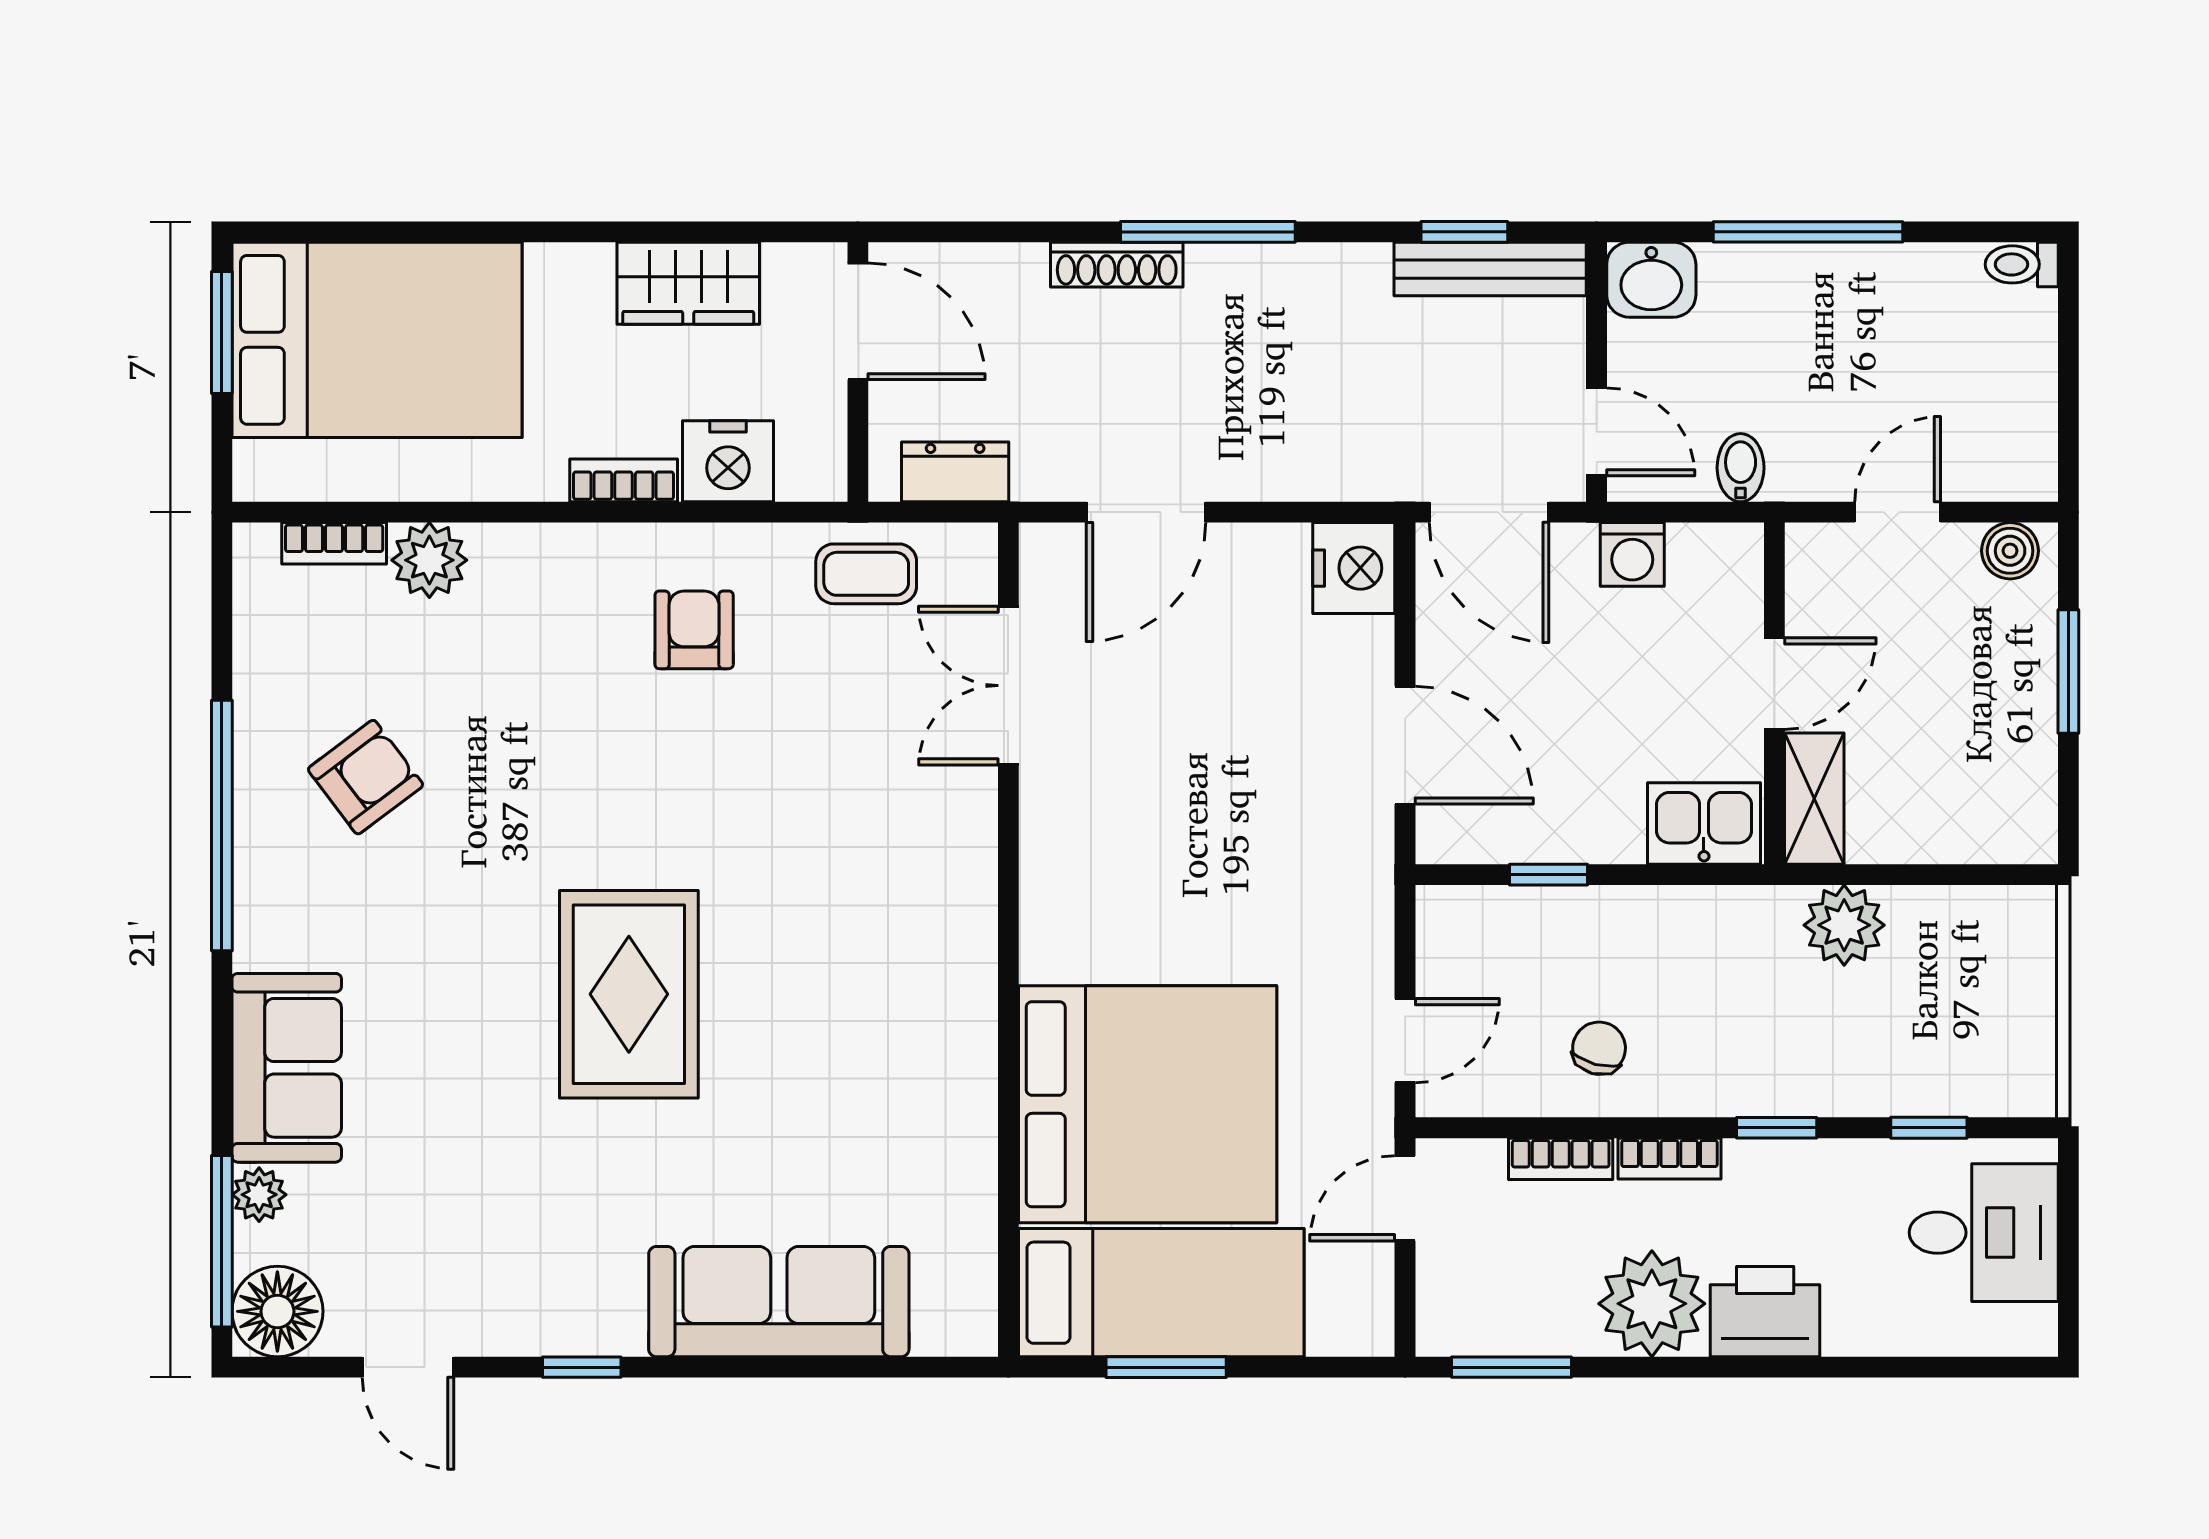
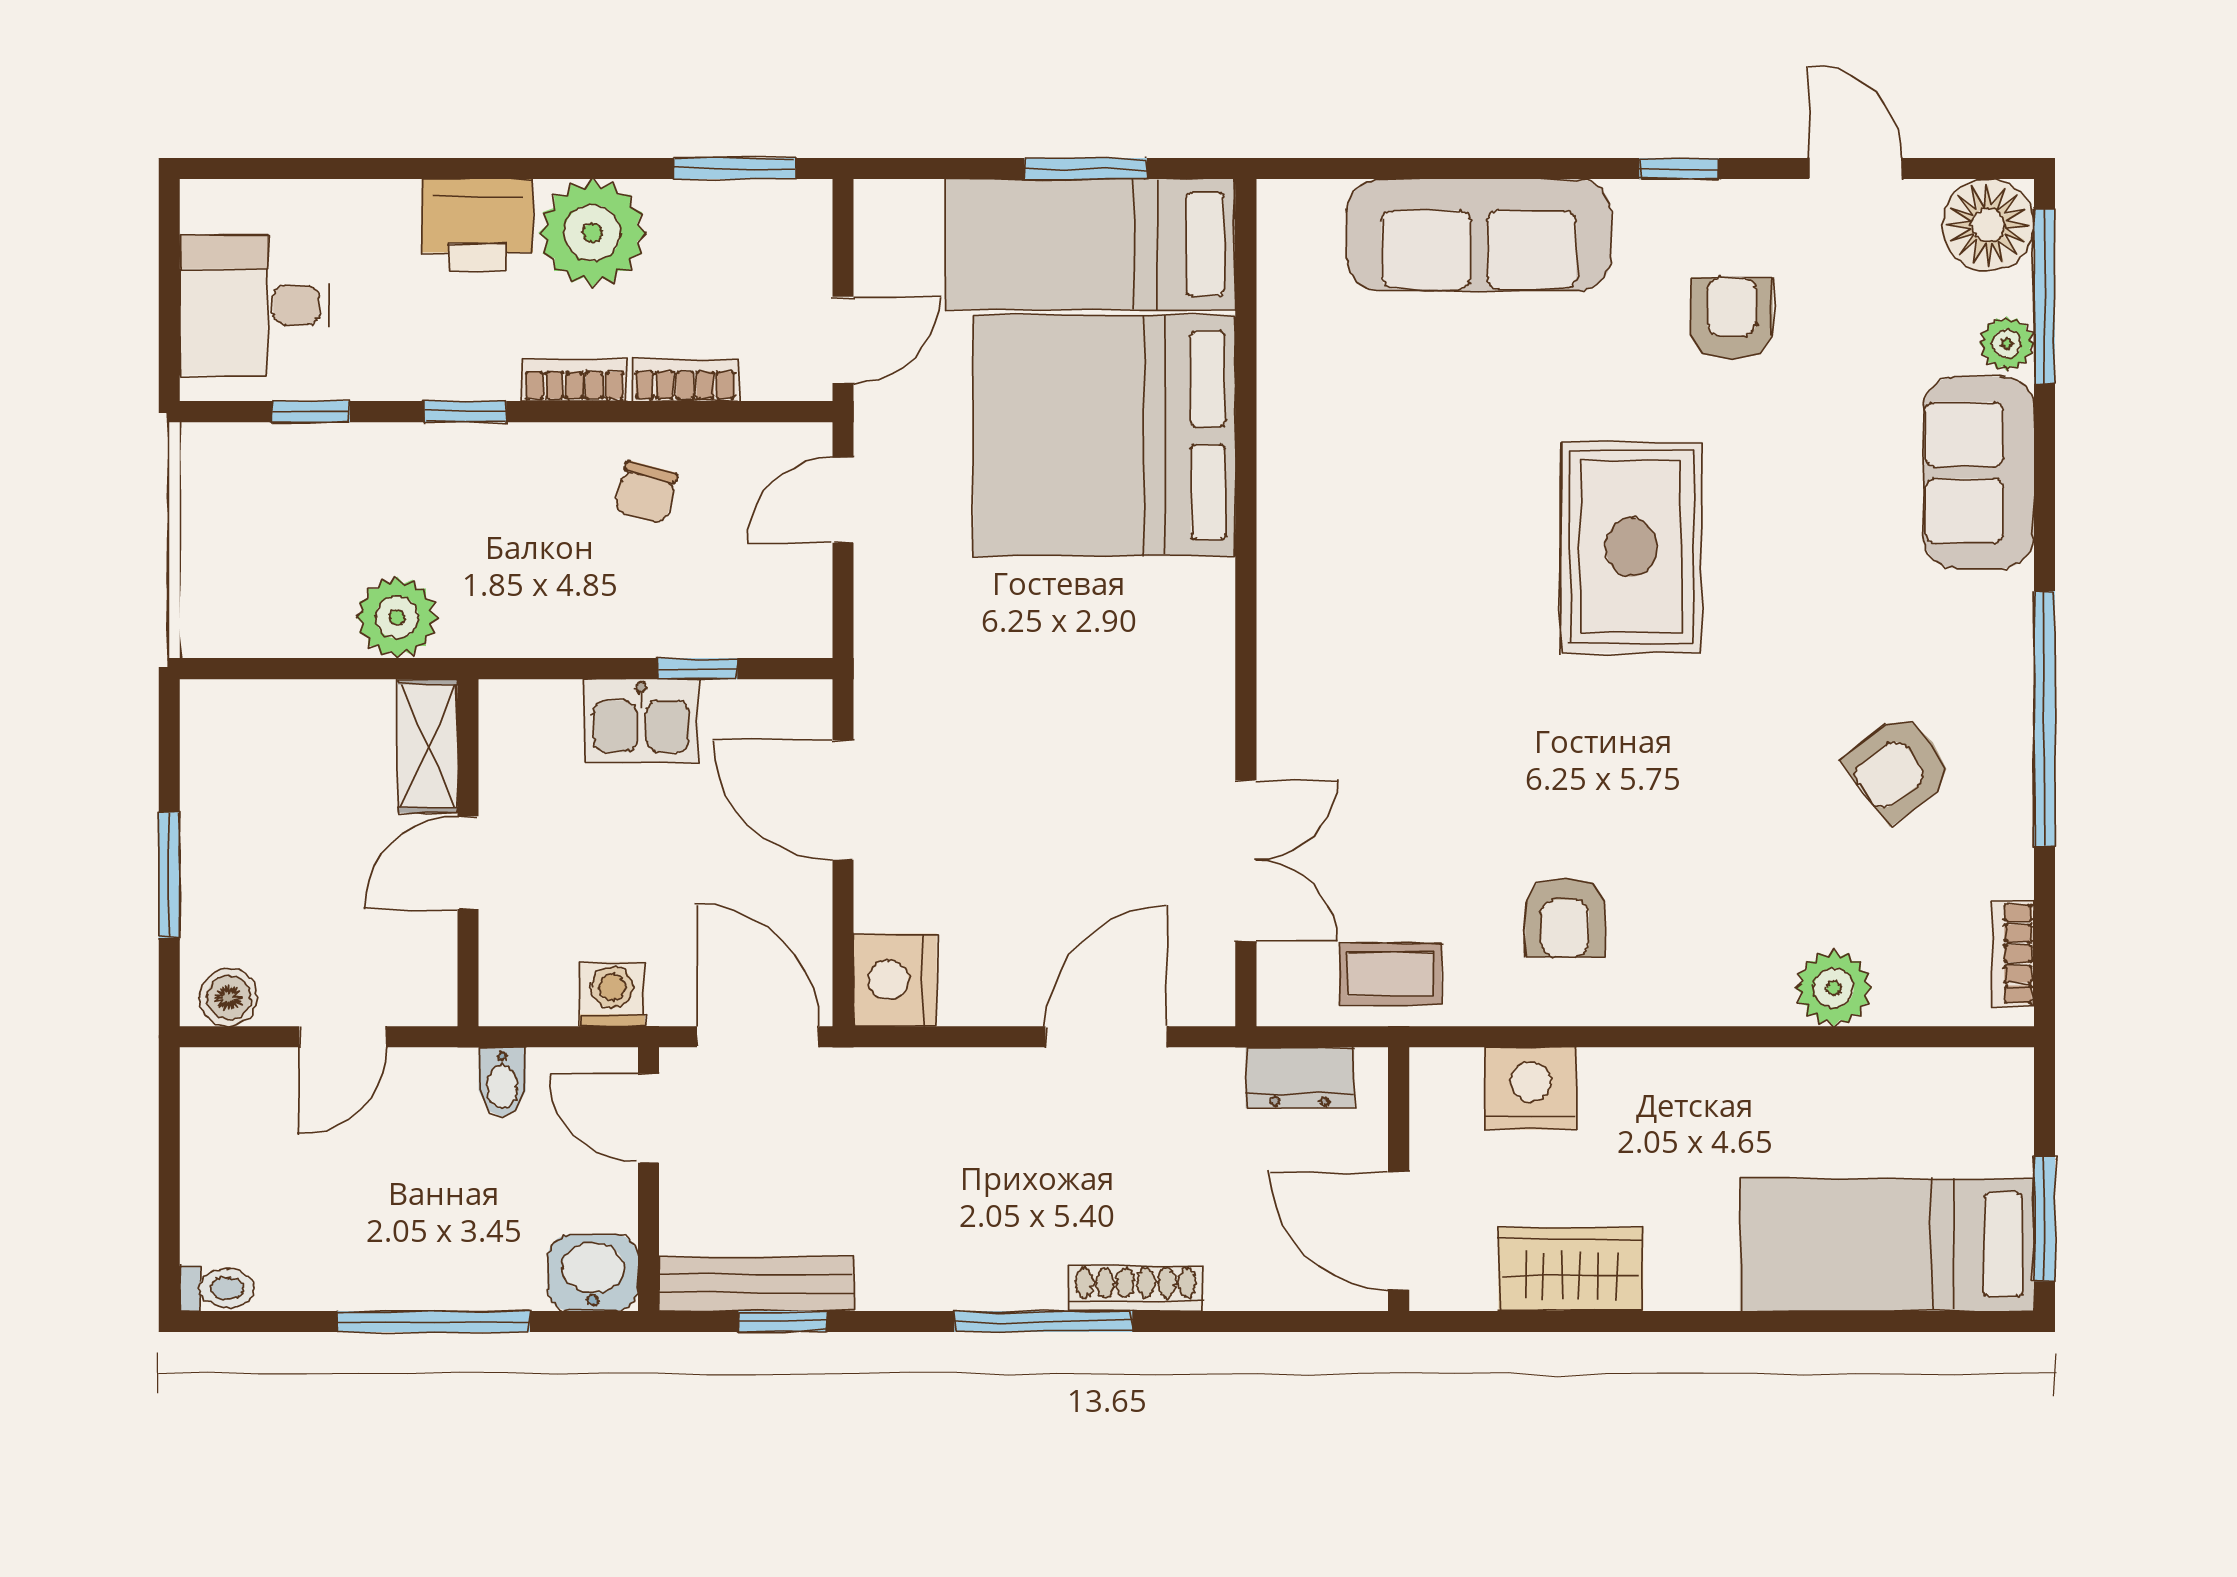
bed: (377, 340) -> (1887, 1245), width x0.67
bookcase: (624, 480) -> (1637, 1069), removed
bookcase: (334, 543) -> (2013, 954), moved, turned -90
kitchen sink: (1704, 823) -> (641, 721), moved
armchair: (530, 1220) -> (1732, 318), added

